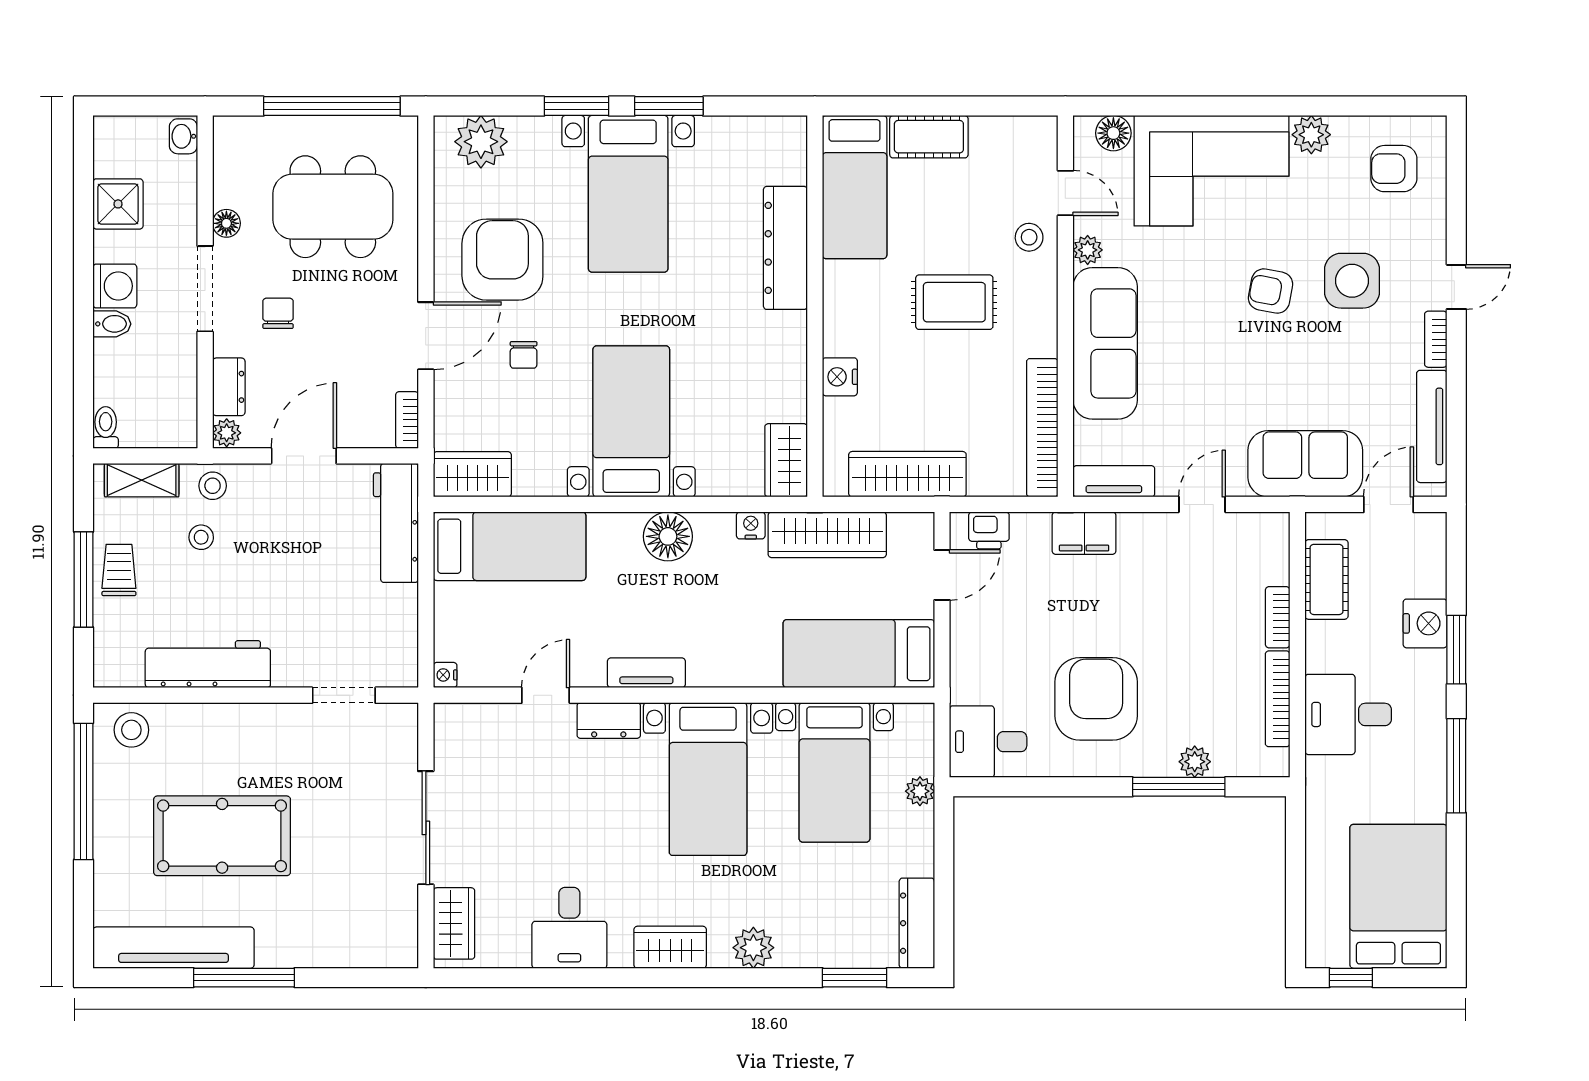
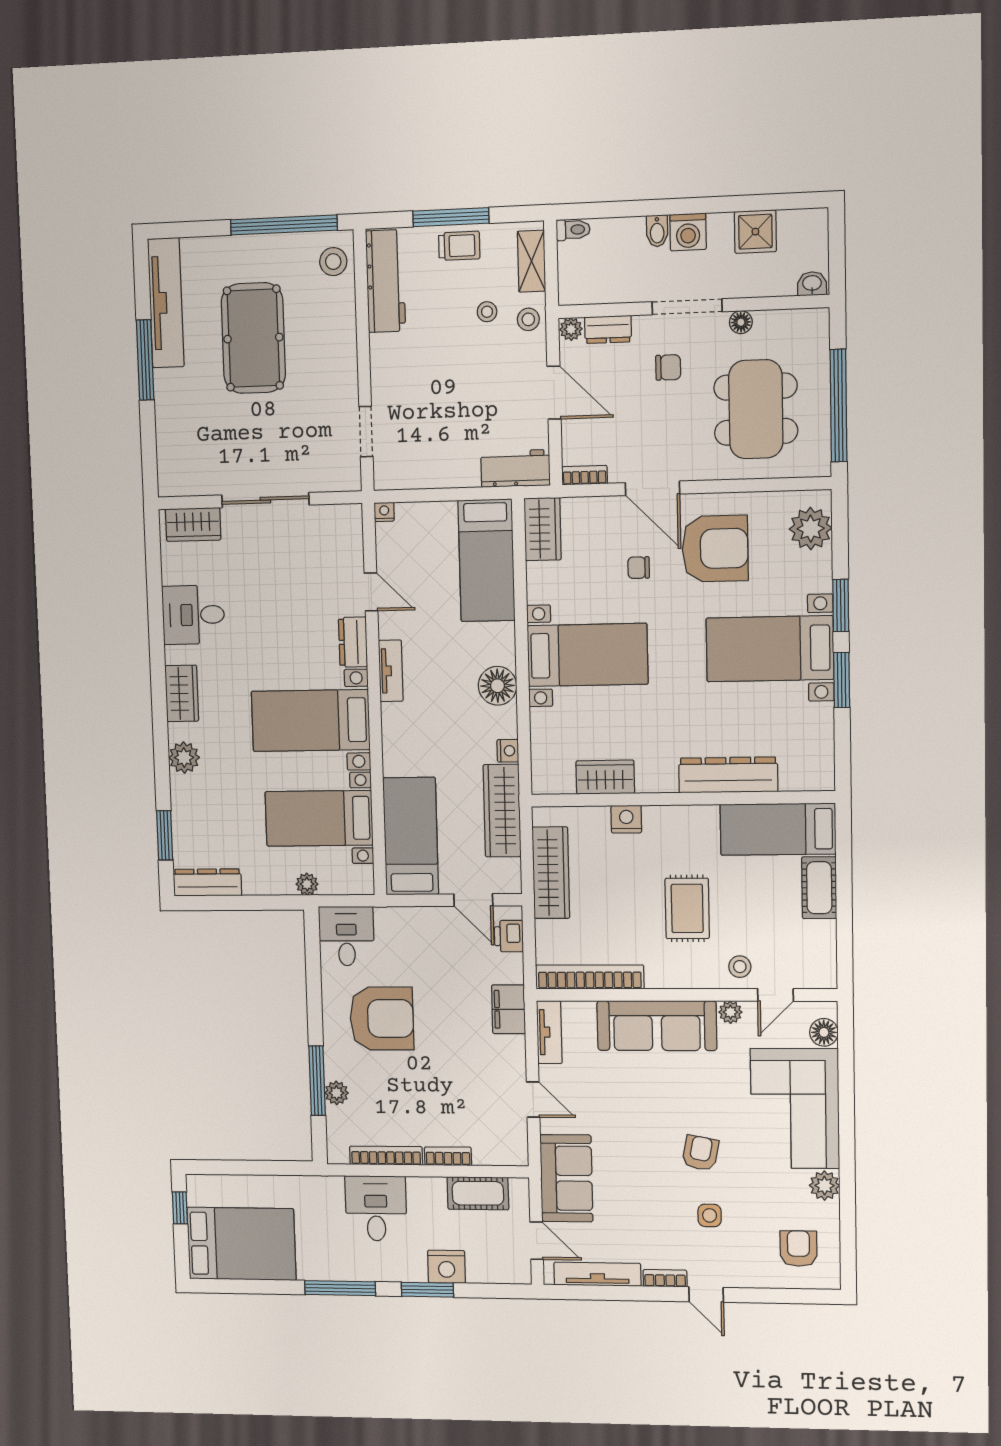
side table: (1352, 281) -> (710, 1215), width x0.54, depth x0.54
wardrobe: (786, 460) -> (605, 777), moved
workbench: (396, 523) -> (515, 468), width x0.73
workbench: (208, 664) -> (386, 281), moved

